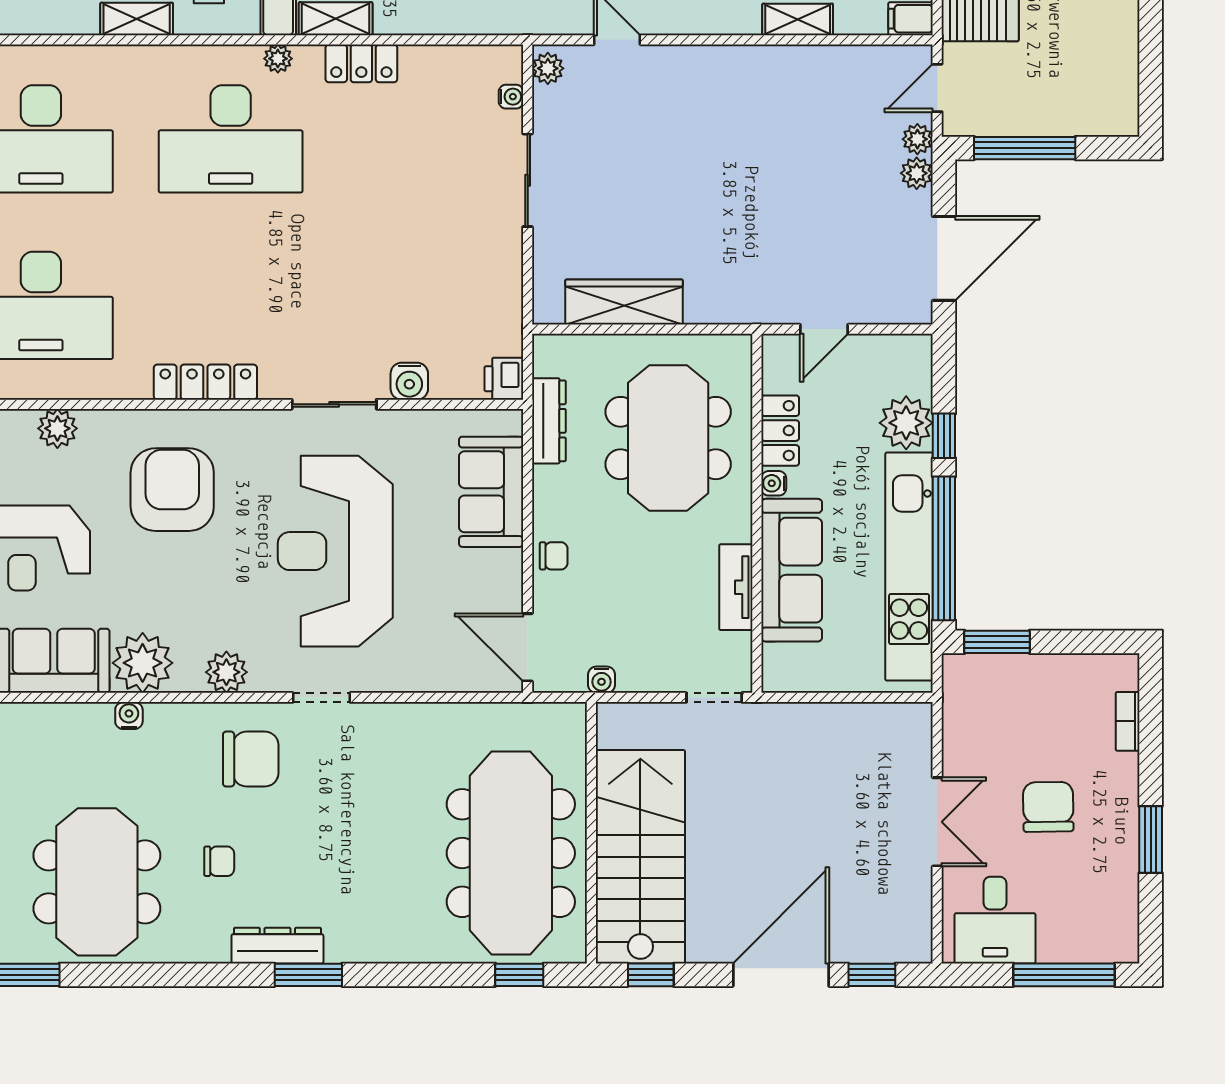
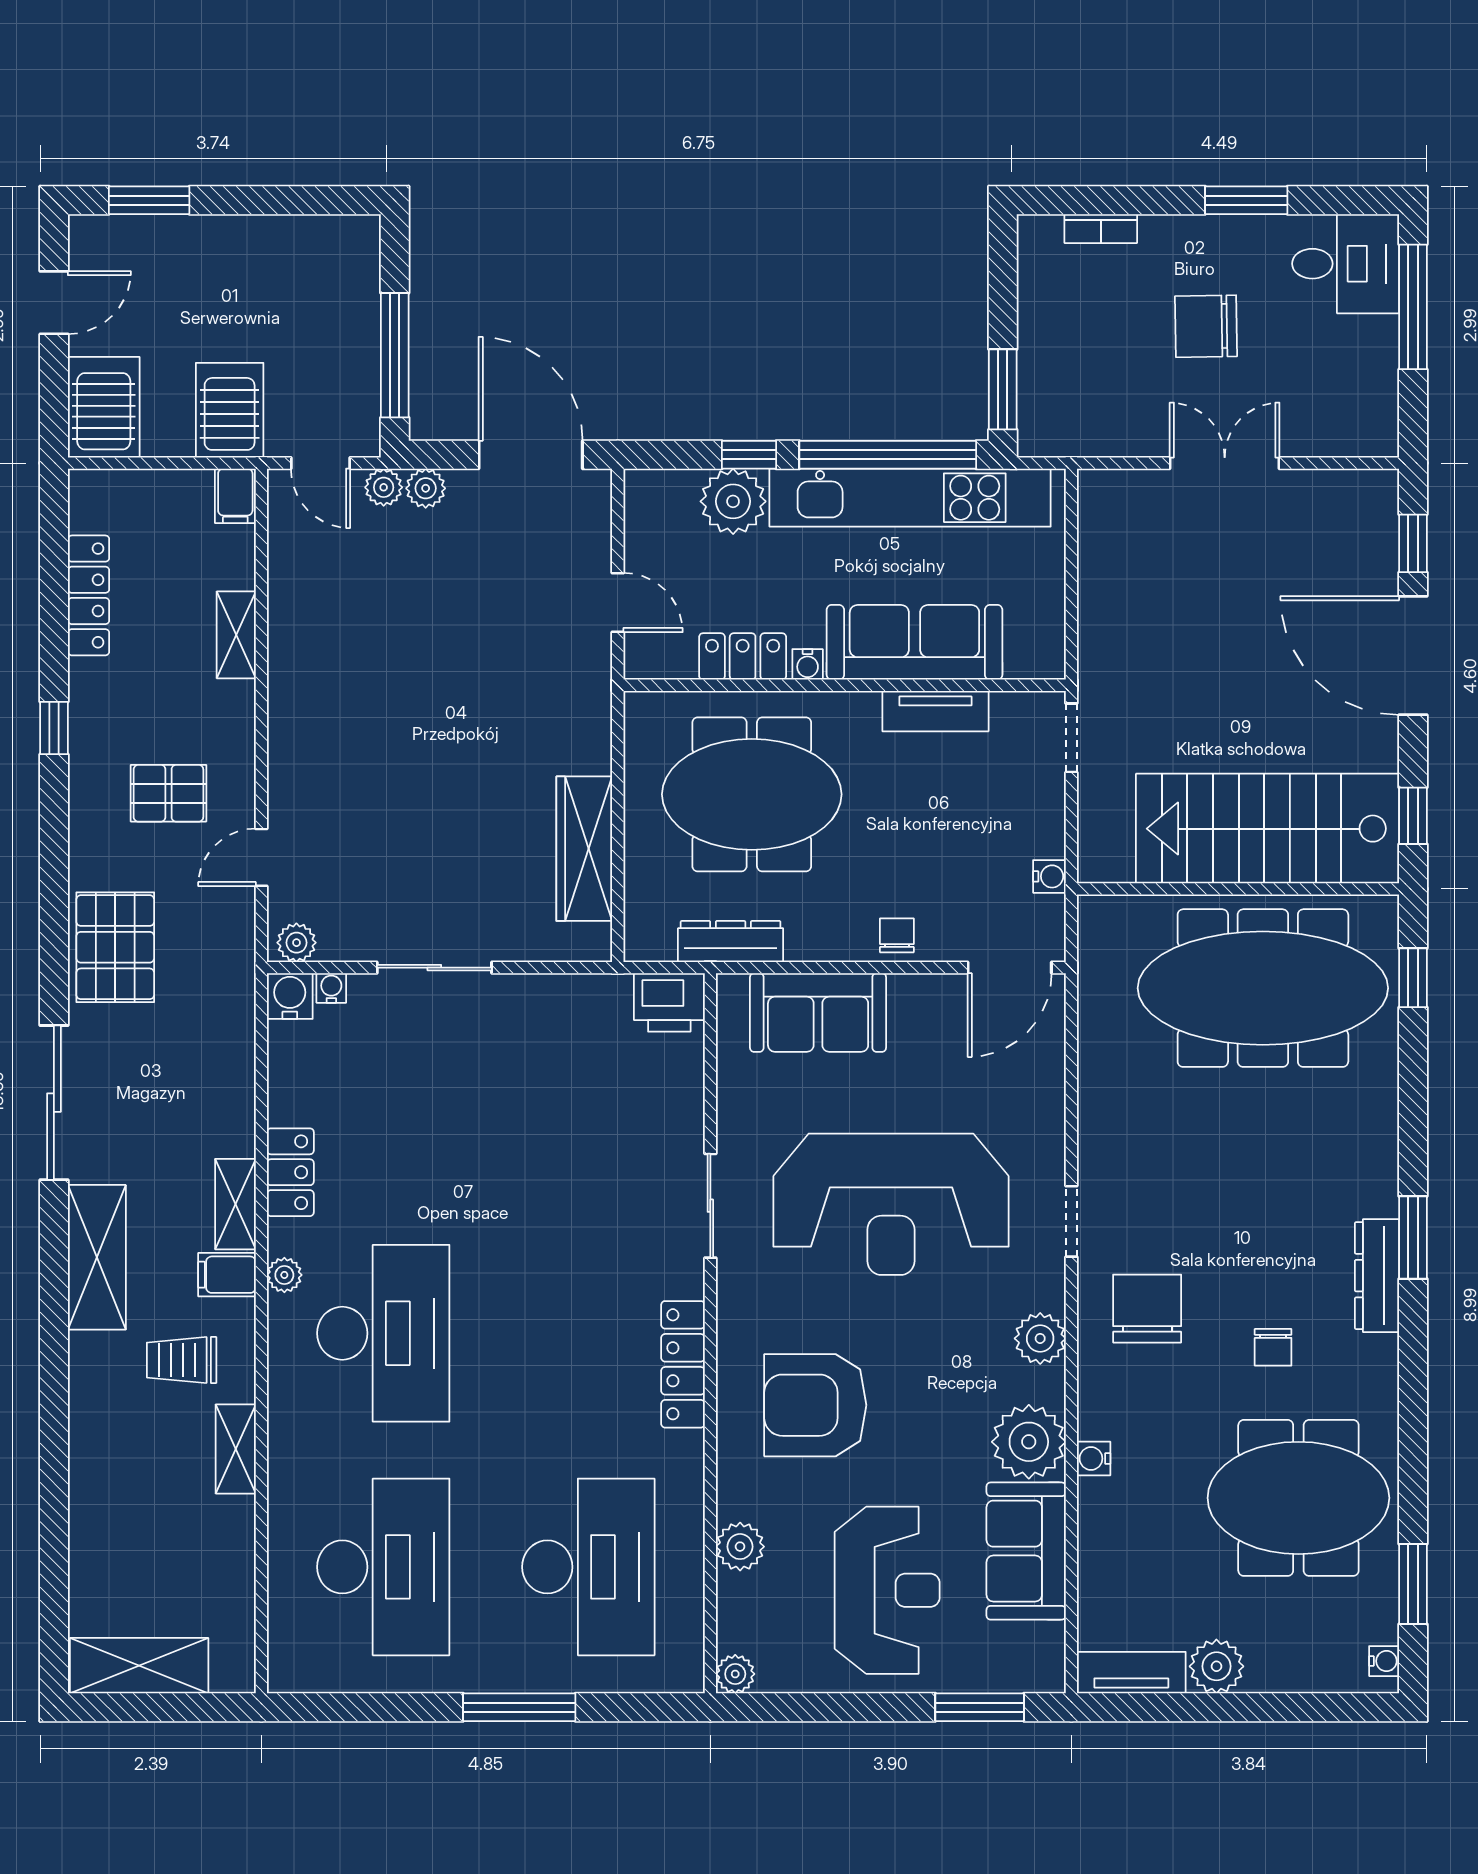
printer: (504, 379) -> (669, 1002), width x1.36, depth x1.24
water cooler: (409, 381) -> (290, 996), moved, turned -90
chair: (219, 861) -> (1273, 1347), turned 180
desk: (995, 920) -> (1346, 264), moved

